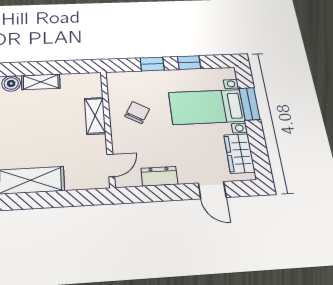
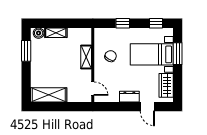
window: (189, 63) -> (156, 23), moved
door: (111, 165) -> (93, 89), hinge flipped
dresser: (159, 176) -> (129, 97), moved

